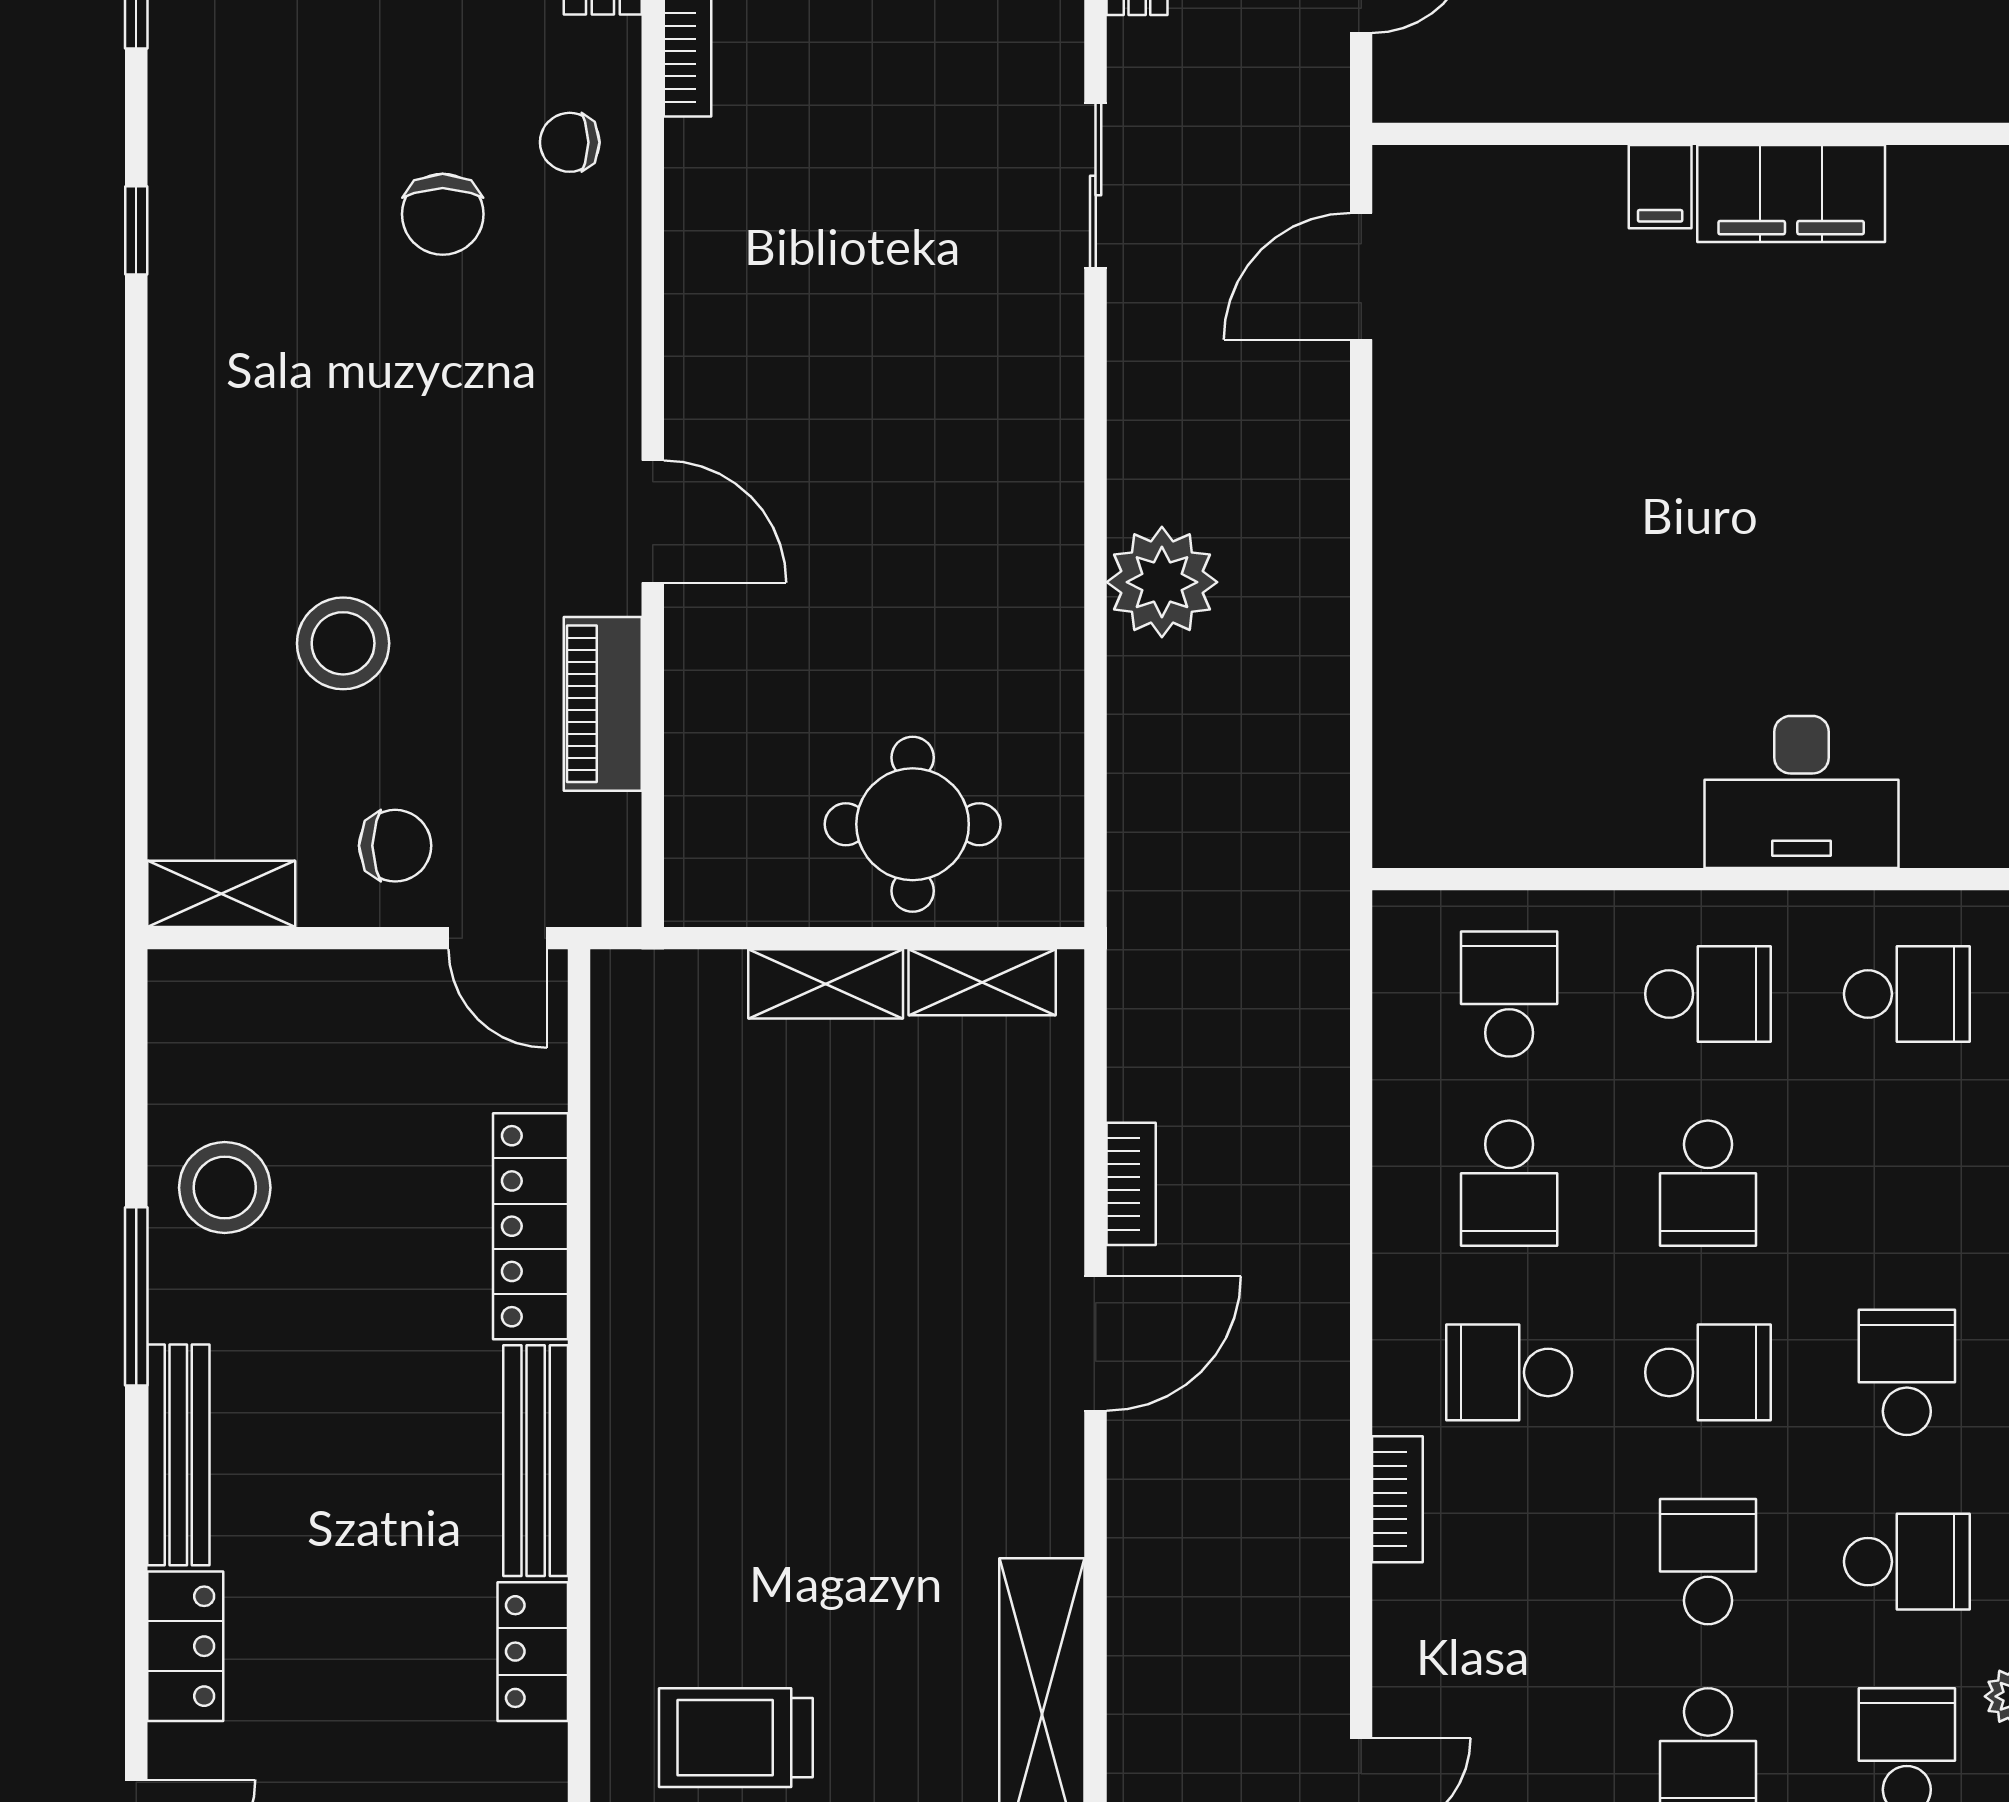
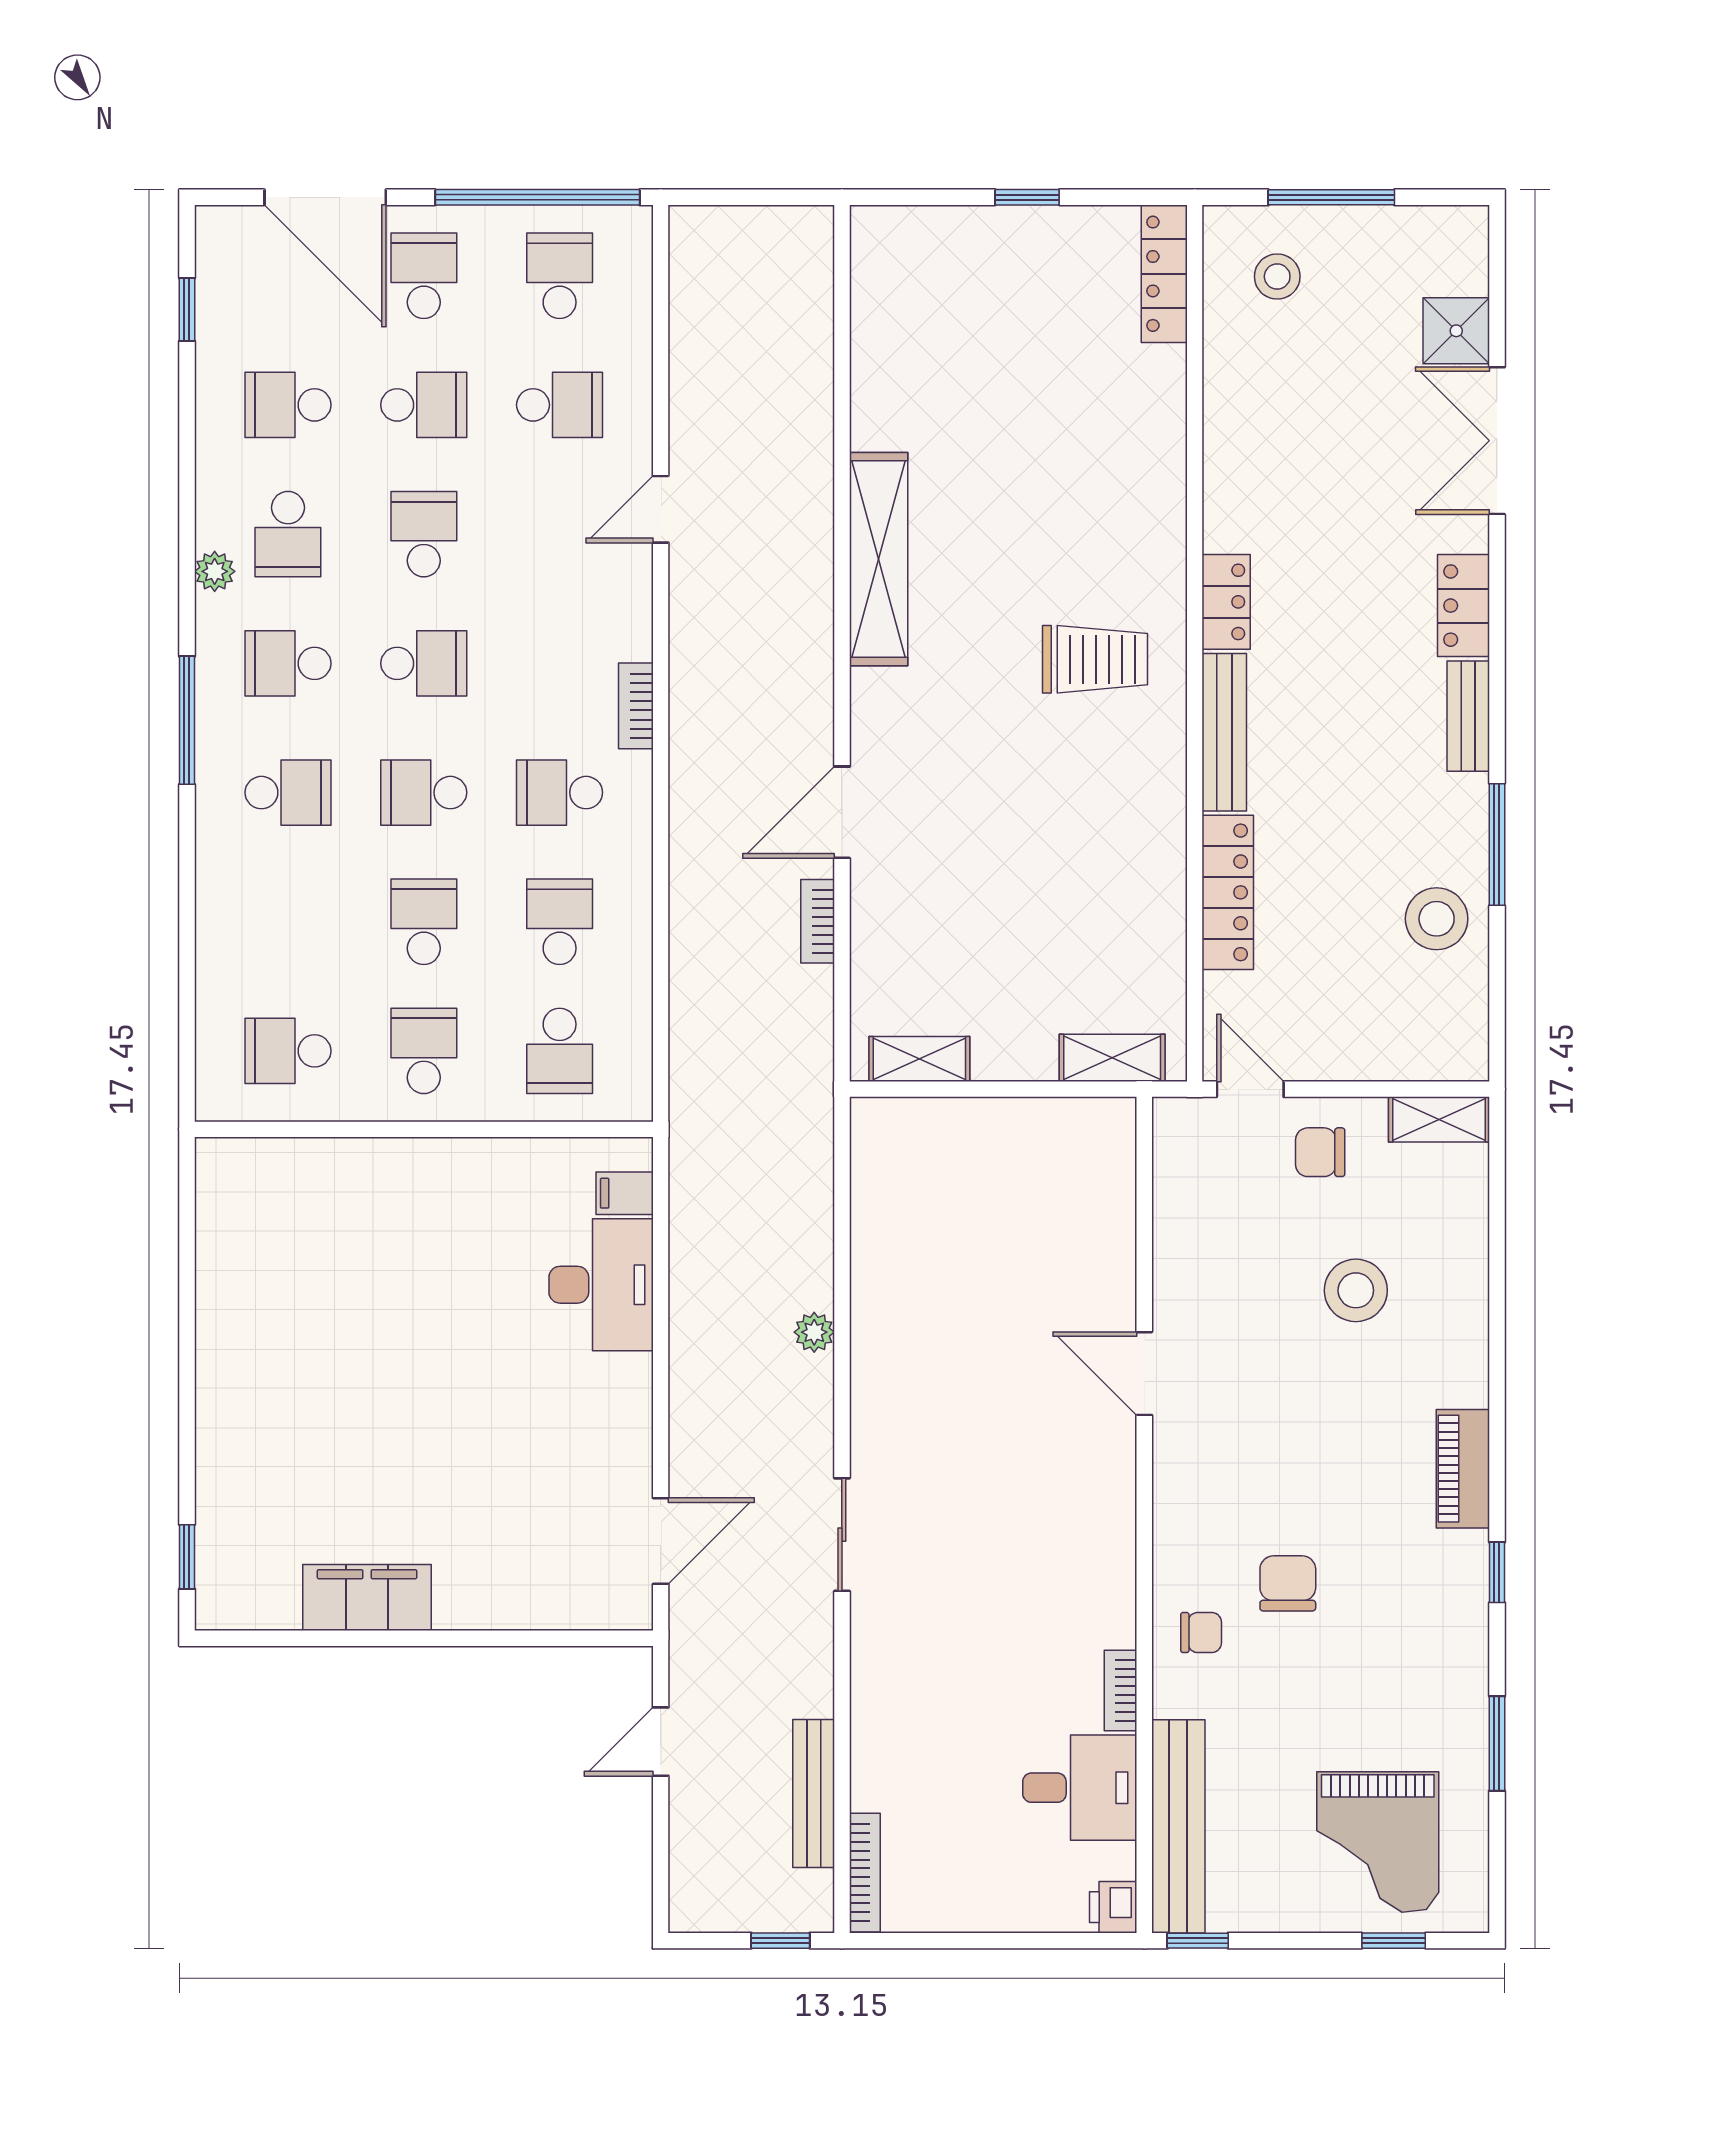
sliding door: (1096, 186) -> (842, 1535), moved
filing cabinet: (1660, 187) -> (625, 1193), moved, turned -90
plant: (1162, 582) -> (814, 1332), width x0.53, depth x0.53
piano: (603, 704) -> (1463, 1469), moved, turned 180
desk: (1802, 792) -> (601, 1285), moved, turned 90
round table: (913, 824) -> (967, 1167), removed
shelving: (826, 984) -> (1112, 1058), moved
school desk: (1708, 994) -> (424, 1051), turned 90
school desk: (1509, 1372) -> (560, 793), turned 180
school desk: (1907, 1372) -> (288, 793), turned -90
bench: (178, 1455) -> (1468, 716), width x0.73
school desk: (1708, 1562) -> (424, 663), turned -90
trolley: (736, 1738) -> (1095, 659), moved

